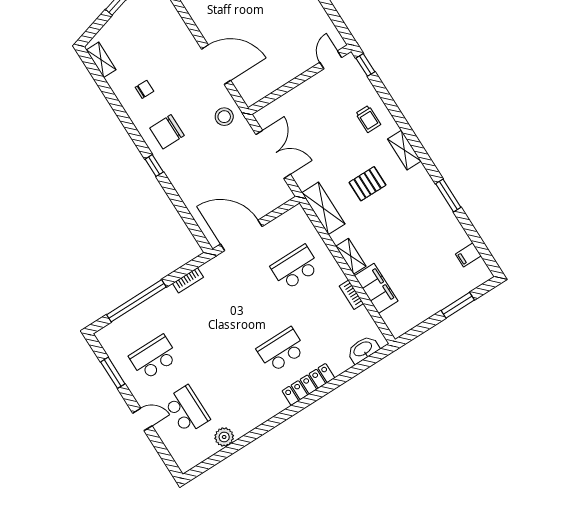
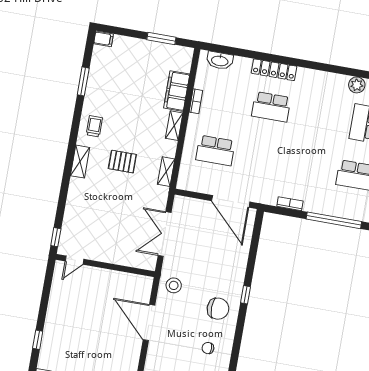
trolley: (368, 119) -> (94, 126), moved
window: (448, 196) -> (83, 81), moved
shelving: (323, 208) -> (166, 172), width x0.67, depth x0.75
filing cabinet: (468, 255) -> (104, 39), moved
window: (458, 305) -> (161, 39), moved

